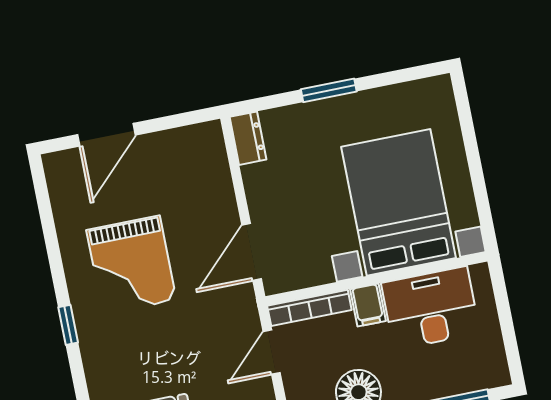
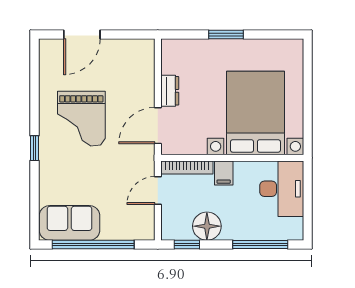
dresser: (248, 138) -> (170, 91), moved
desk: (431, 308) -> (282, 189), moved, turned 90

